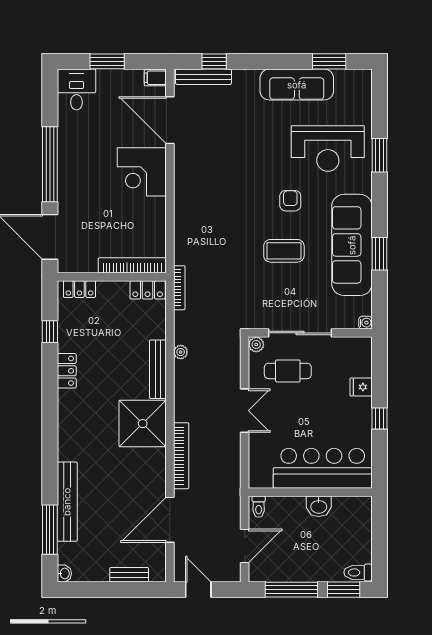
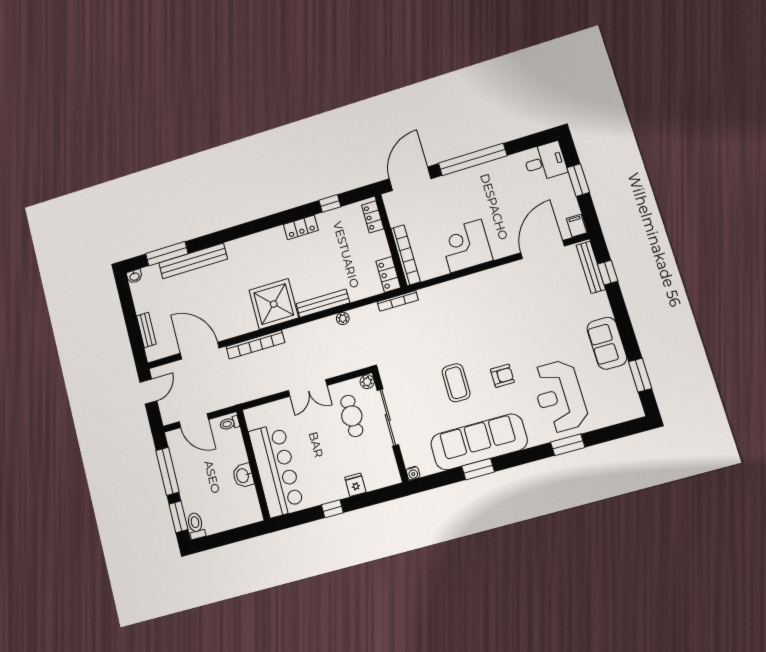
sofa: (297, 85) -> (607, 343), width x0.73
corner desk: (142, 172) -> (466, 246), moved

